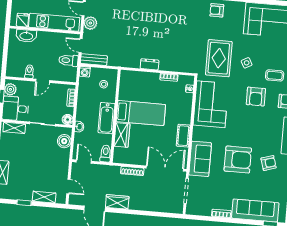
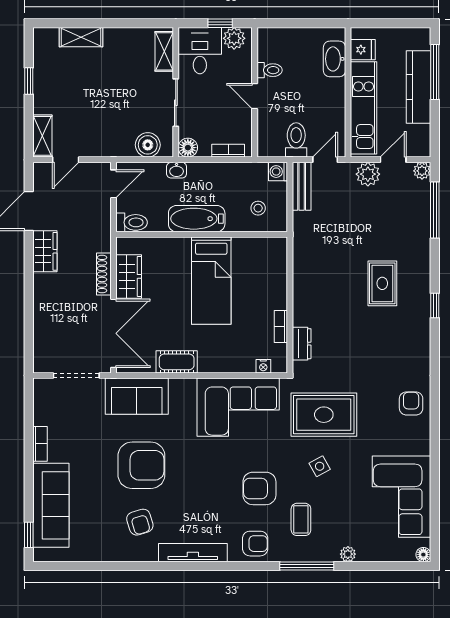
rug: (150, 20) -> (382, 283), added
dresser: (150, 64) -> (302, 344), moved
wardrobe: (122, 135) -> (129, 276), moved, turned -90
armchair: (238, 160) -> (141, 465), turned -90
shelving: (44, 197) -> (42, 136), moved

